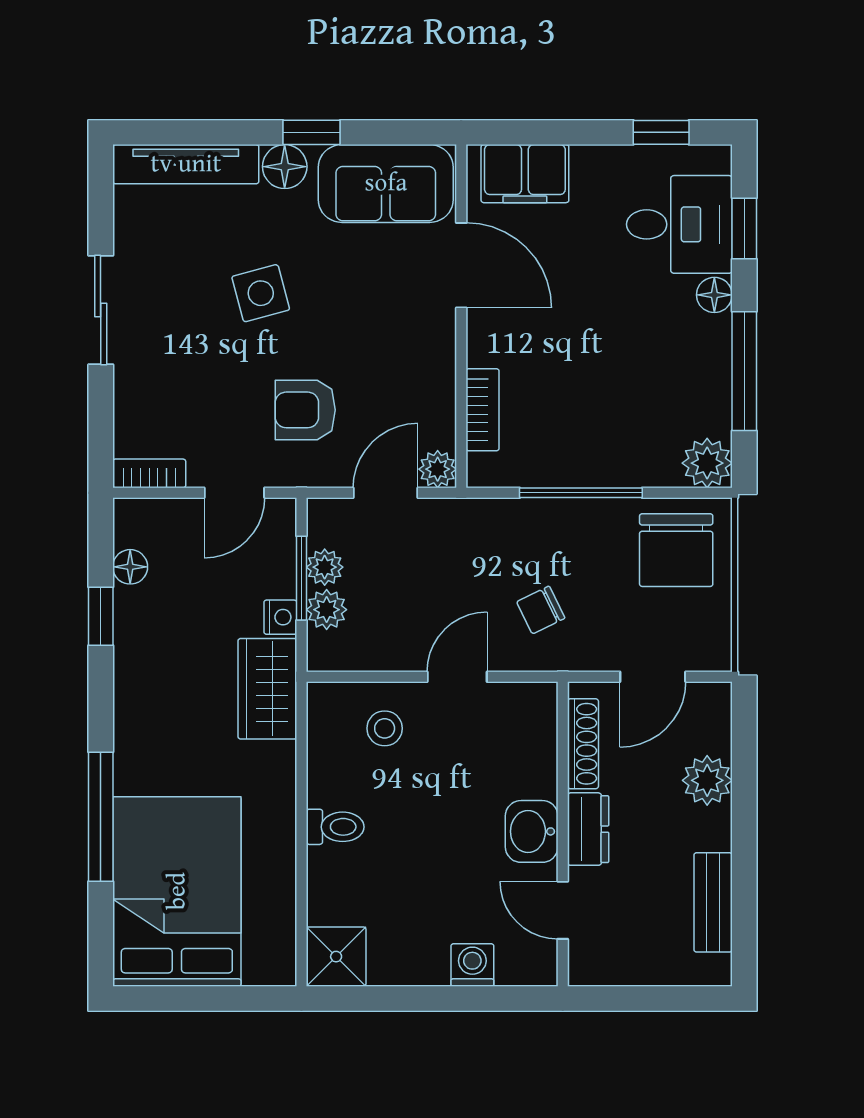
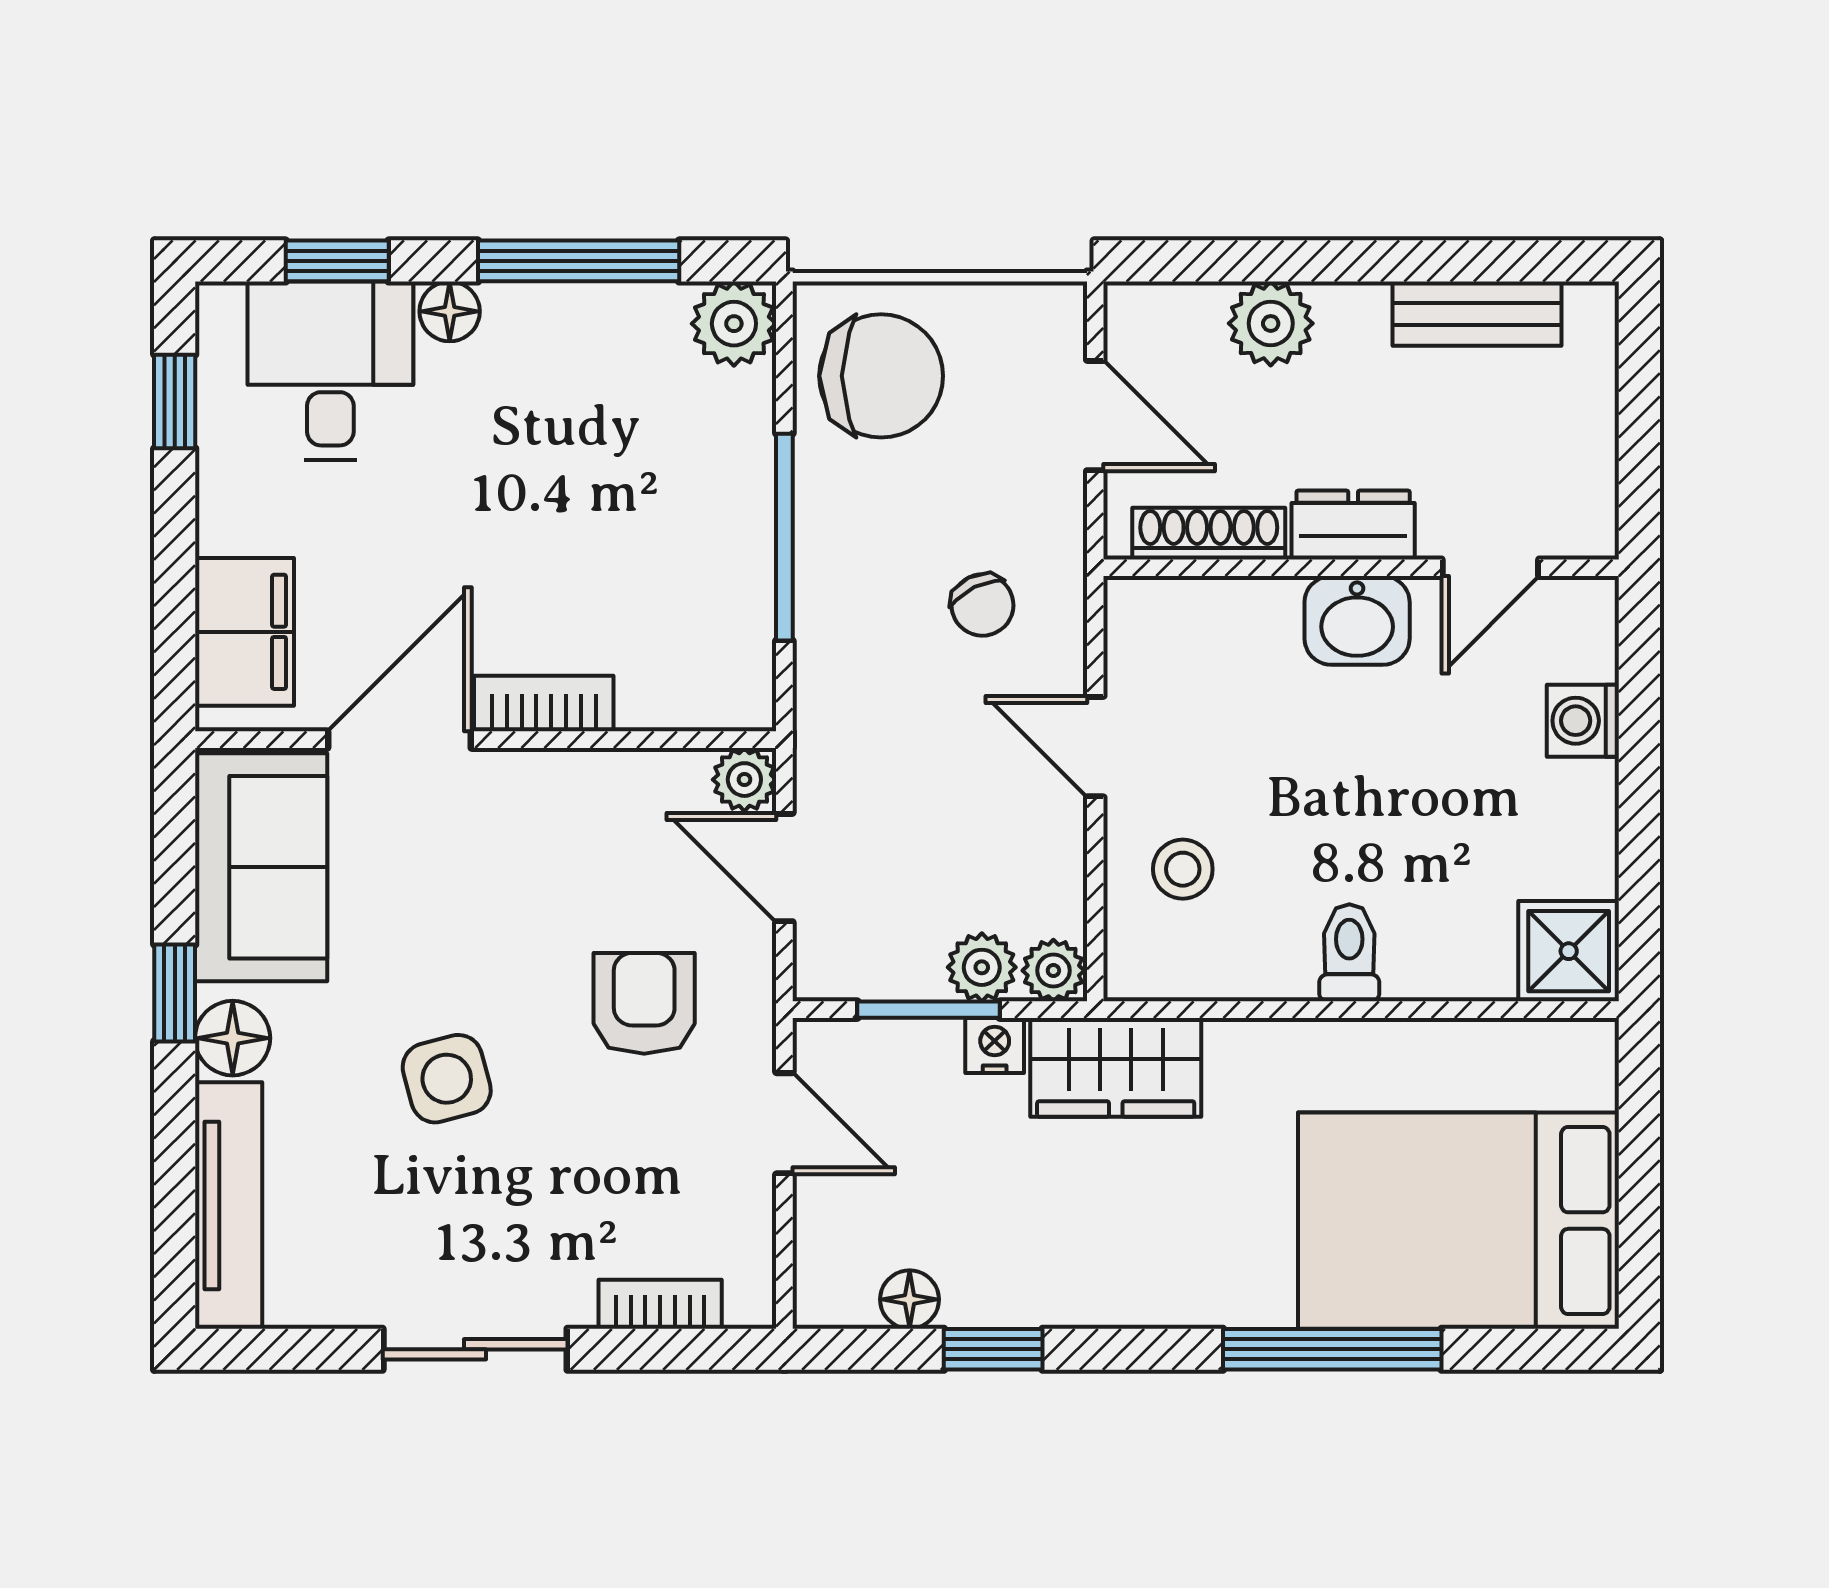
armchair: (305, 410) -> (644, 1003), turned 180
bookcase: (482, 410) -> (544, 704), moved
bookcase: (149, 473) -> (660, 1304), moved, turned 90
plant: (325, 567) -> (1053, 971), moved

